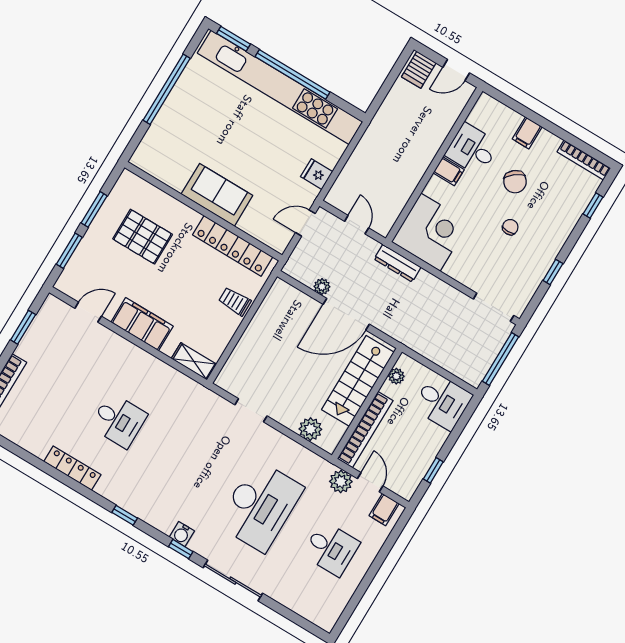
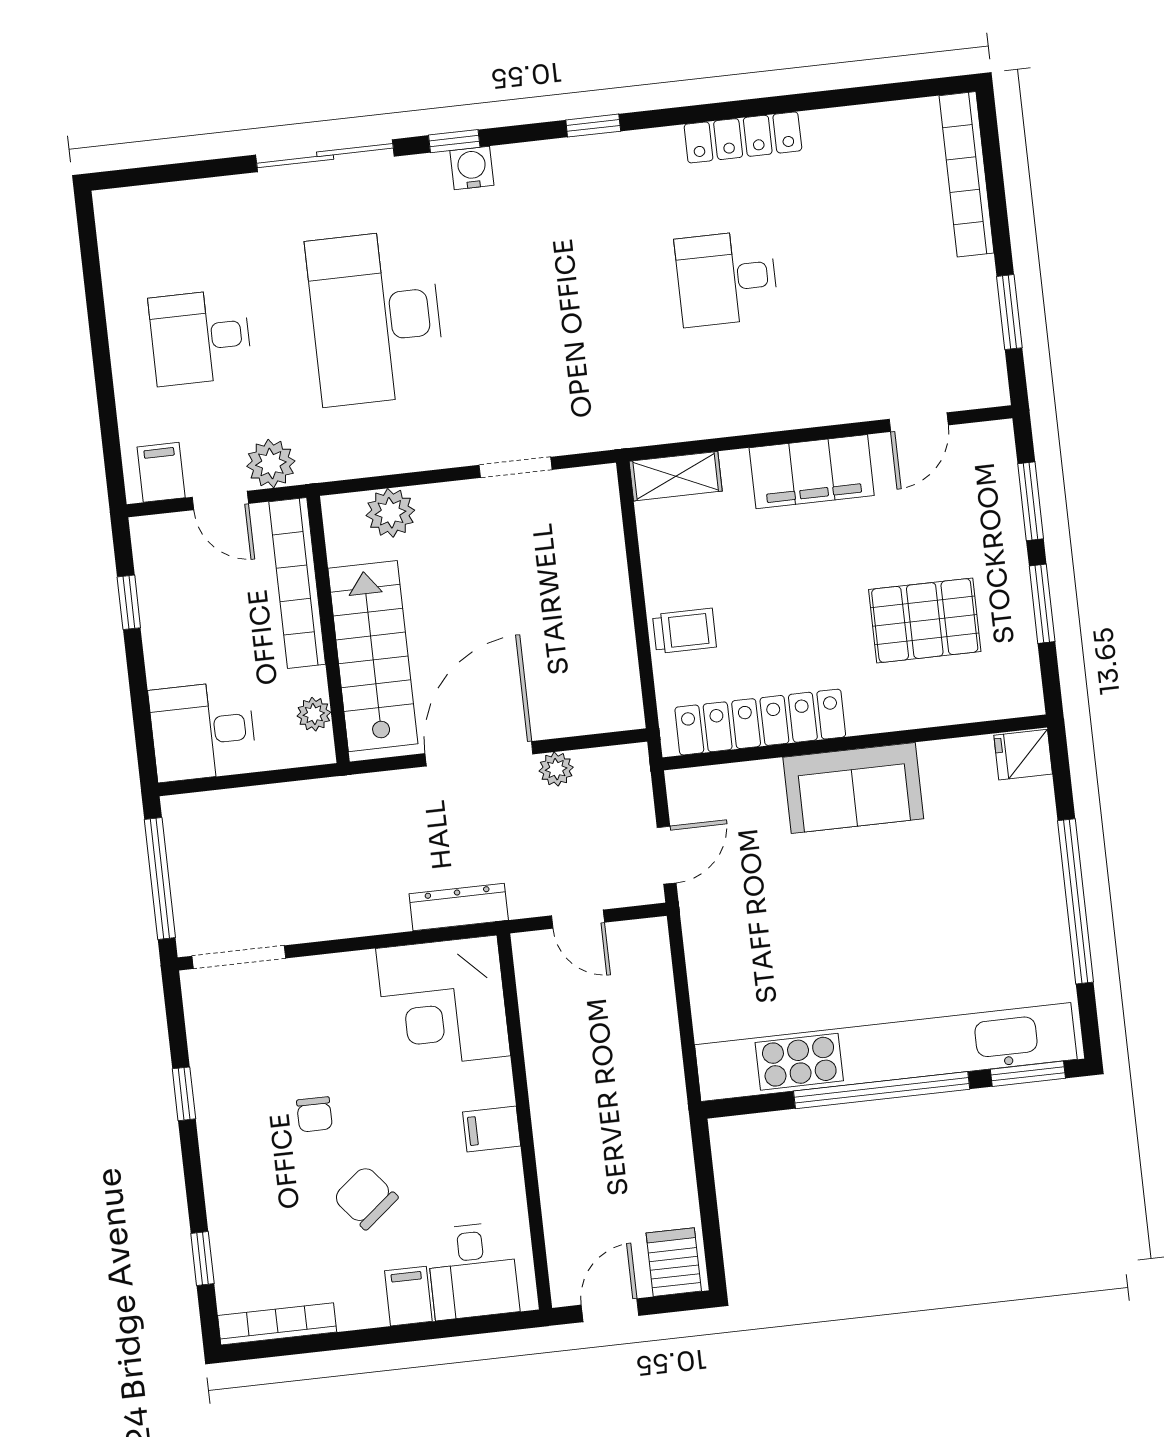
desk: (472, 149) -> (473, 1271), moved, turned 90
fridge: (317, 174) -> (1023, 755), moved, turned 180

